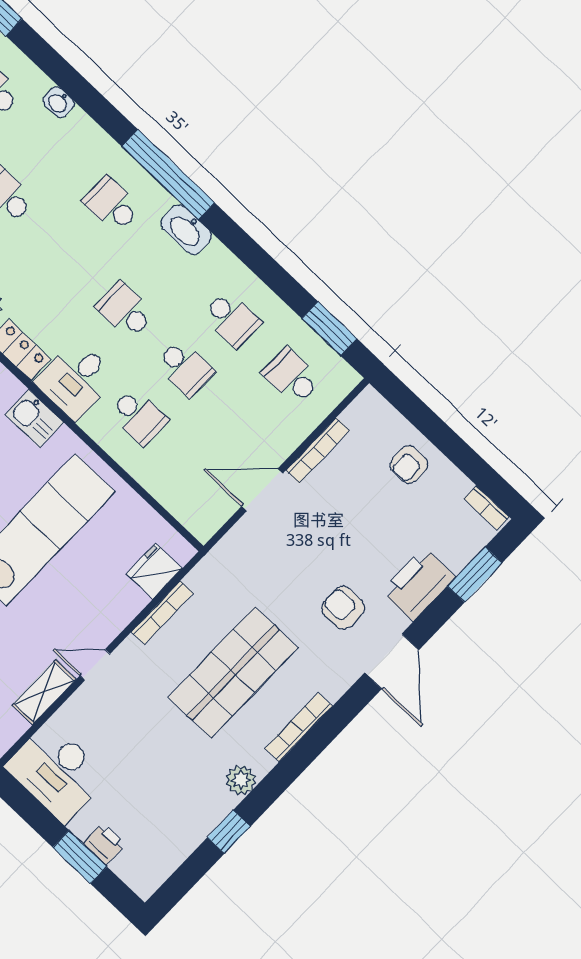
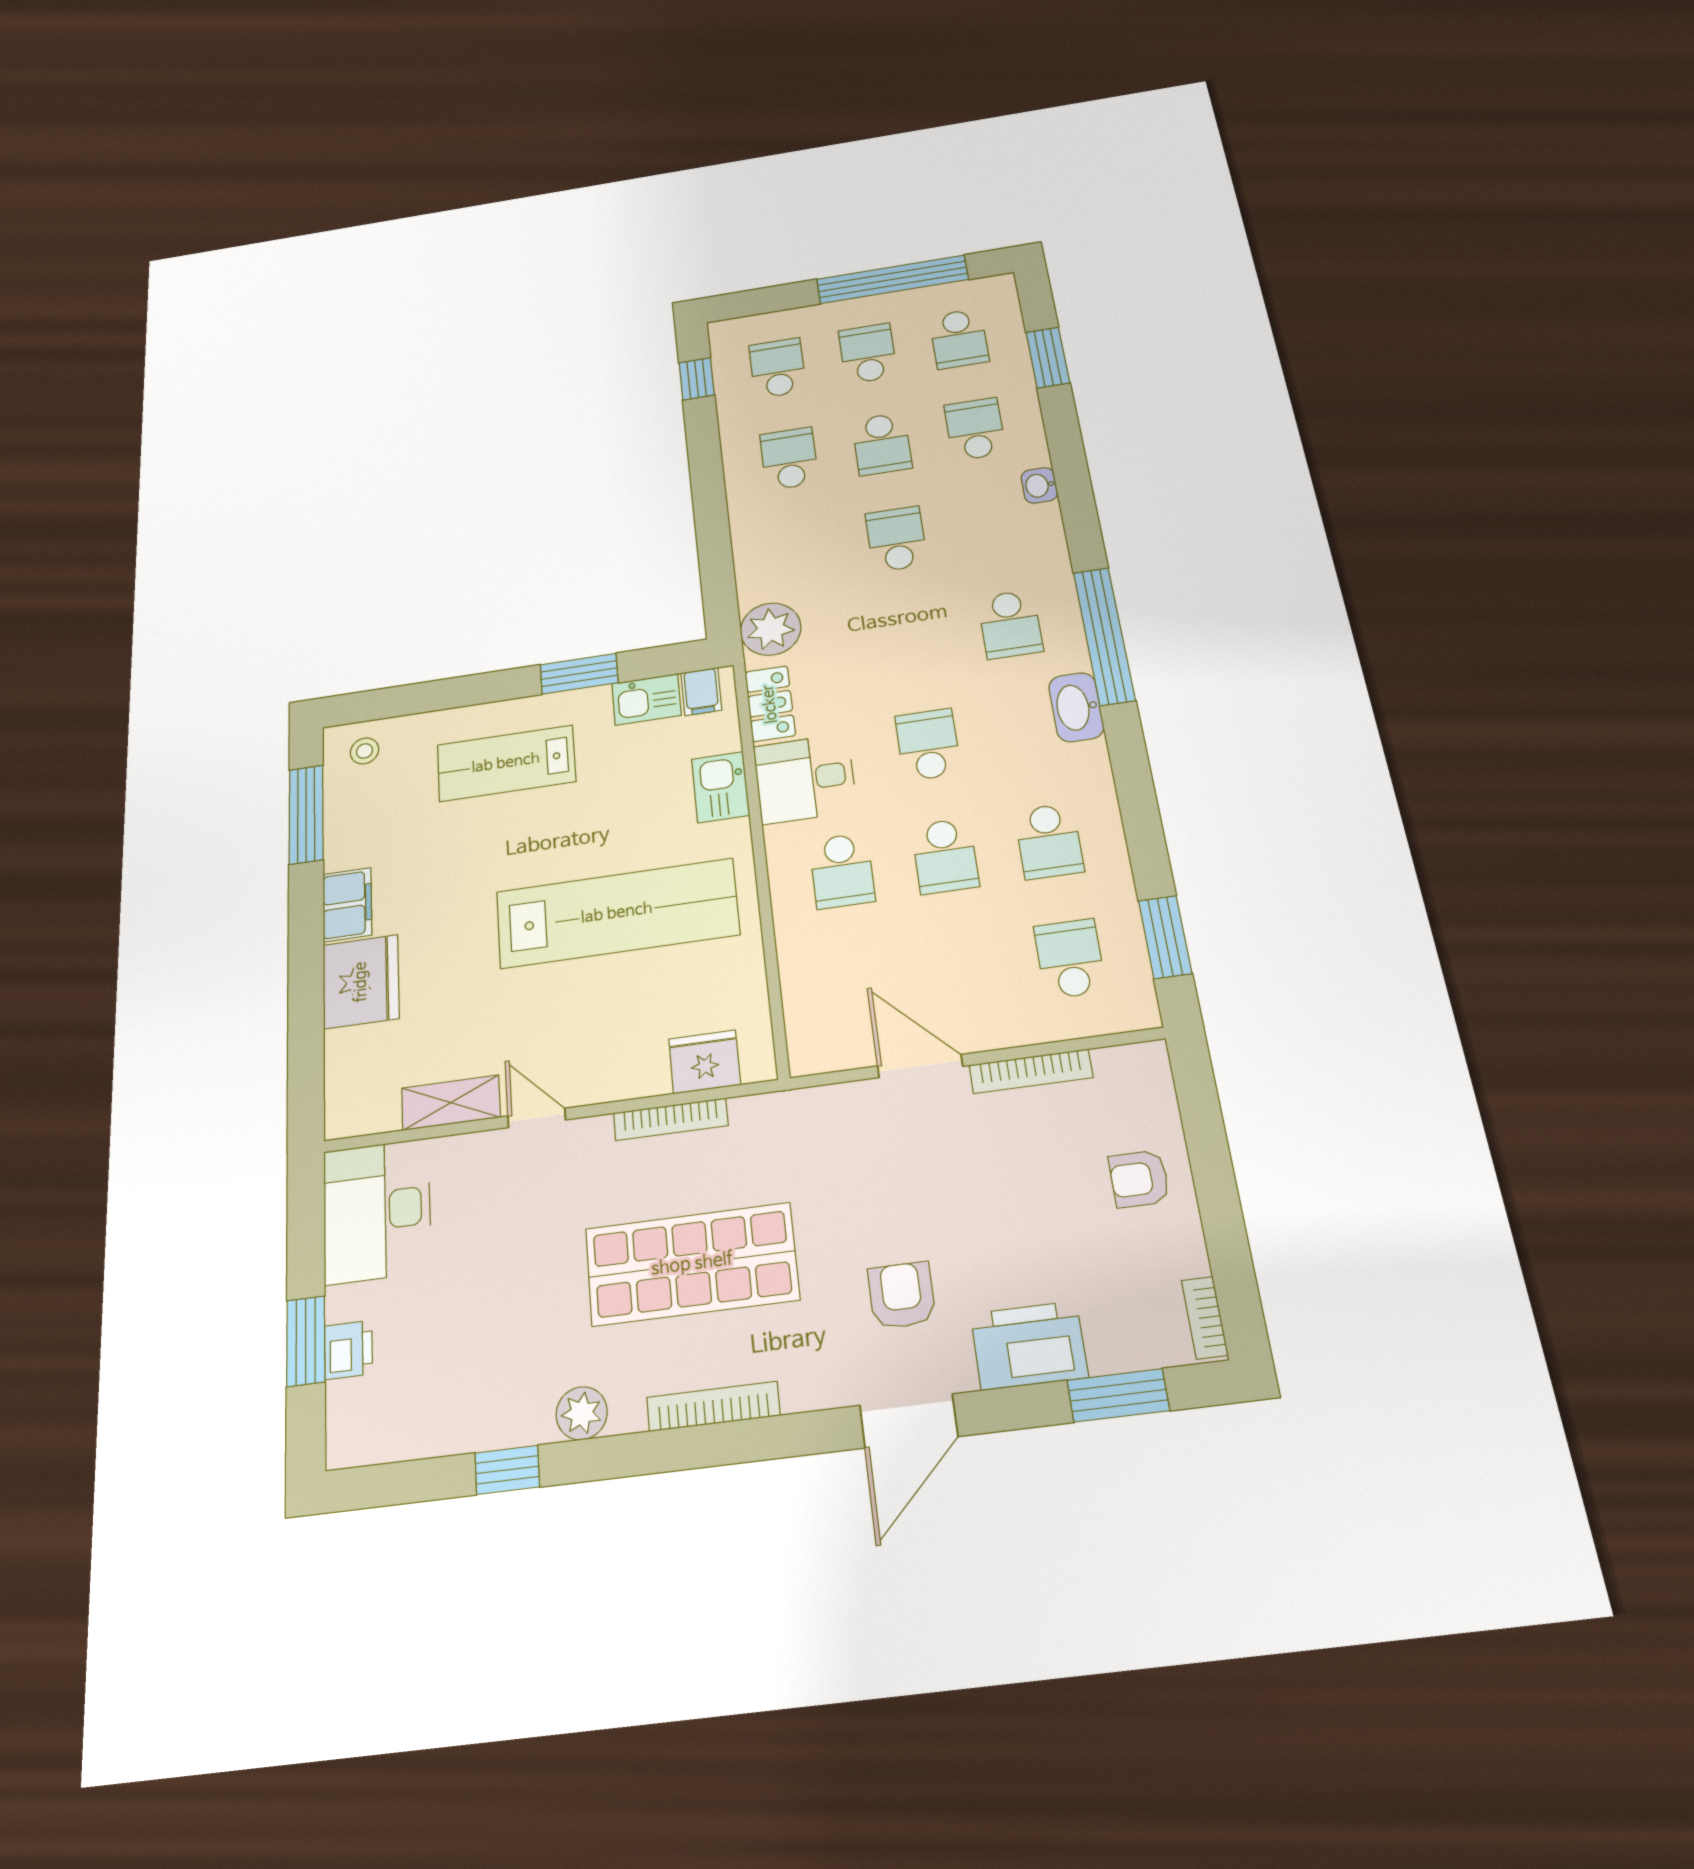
school desk: (112, 204) -> (1010, 624), turned 180

